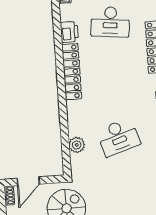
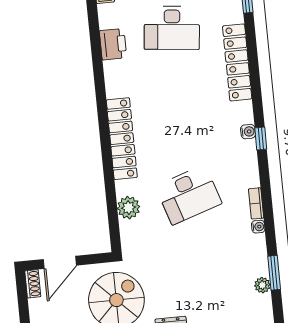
locker: (72, 72) -> (122, 139), moved

